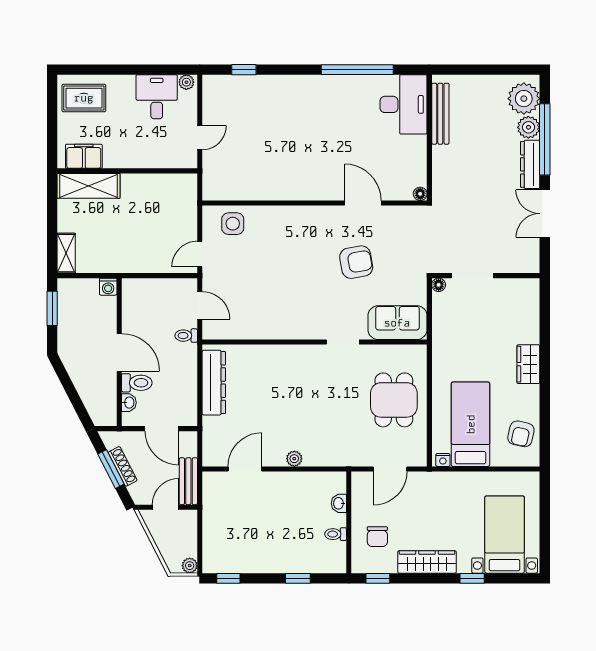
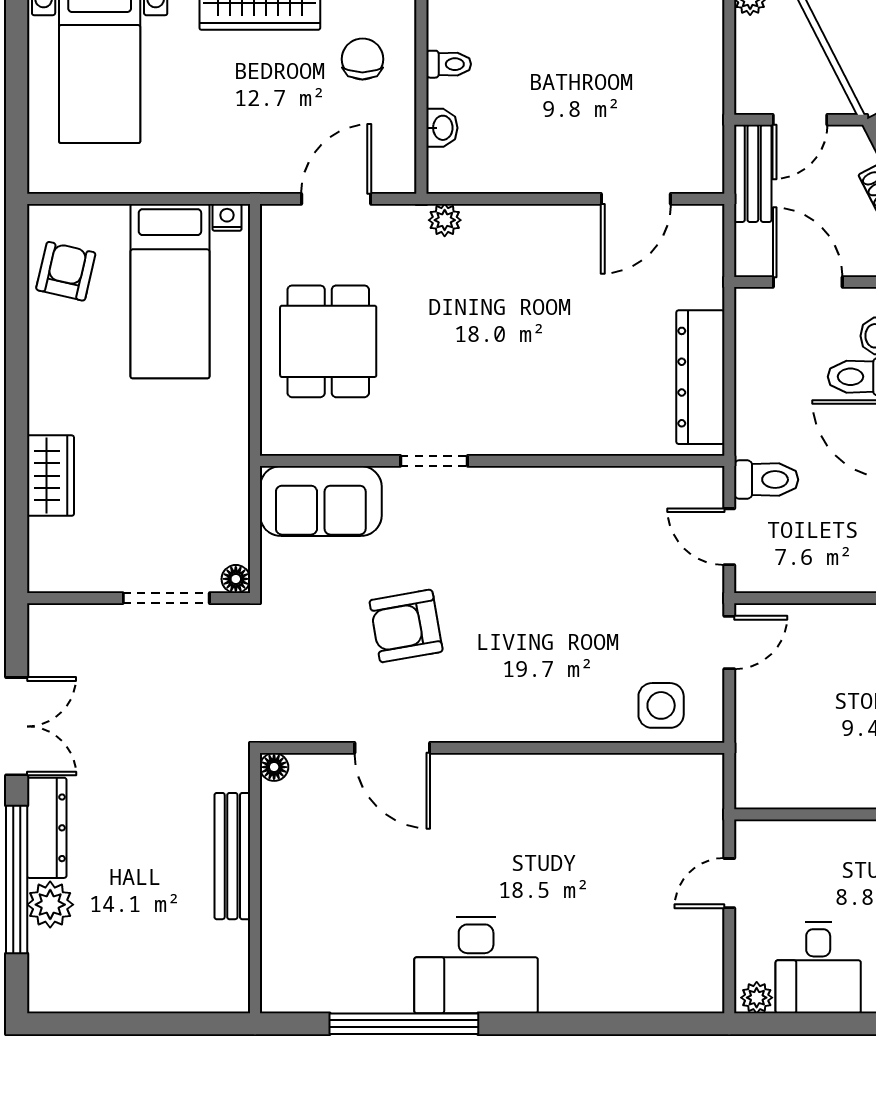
window: (244, 70) -> (638, 1024), removed
plant: (524, 99) -> (60, 964), removed
desk: (404, 104) -> (476, 965), moved, turned -90
bench: (440, 114) -> (232, 856), moved
toilet: (186, 336) -> (766, 480), width x1.37, depth x1.39
wardrobe: (528, 364) -> (50, 476), moved
plant: (294, 459) -> (445, 220), moved

